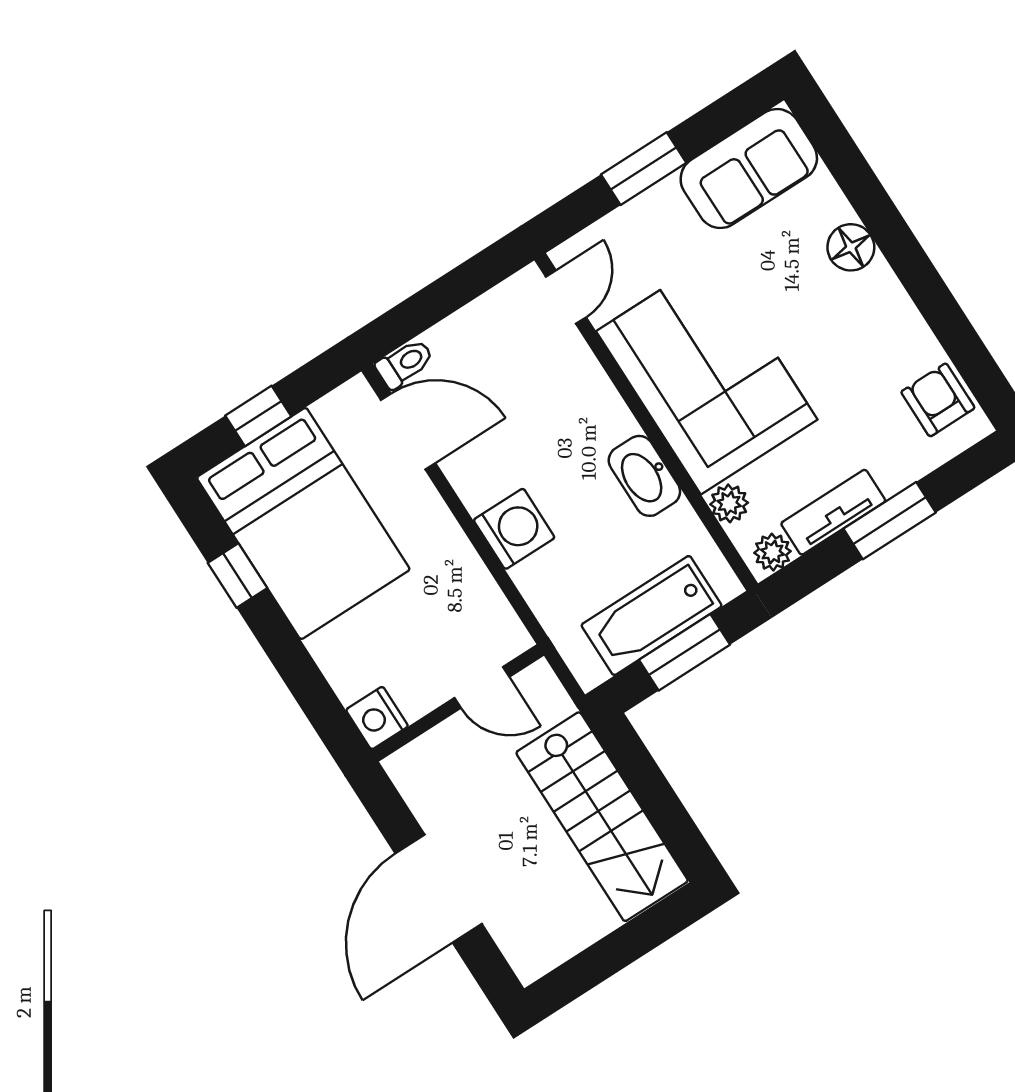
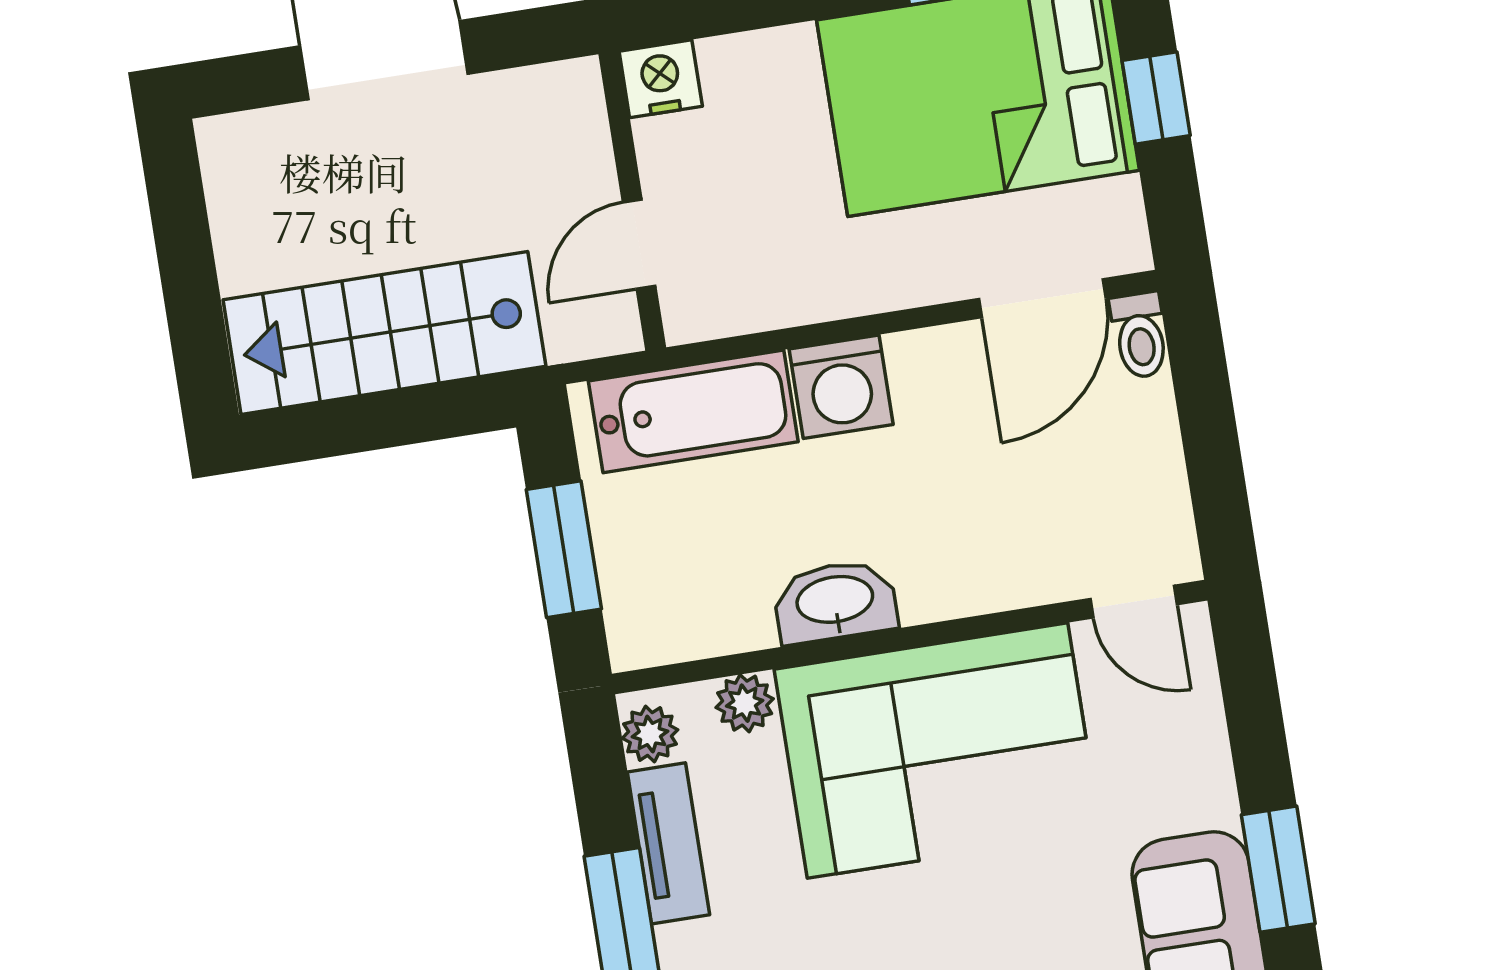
window: (644, 169) -> (1278, 869), moved
bathtub: (652, 615) -> (693, 411), moved, turned 90

